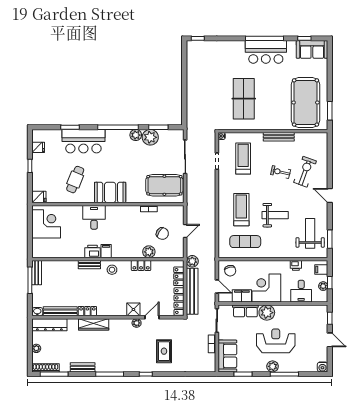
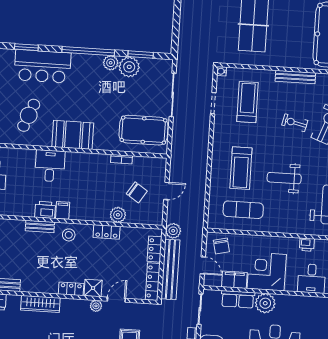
treadmill: (241, 210) -> (241, 168), turned 180
weight bench: (275, 215) -> (284, 178), turned 180
locker: (87, 311) -> (71, 289), moved

